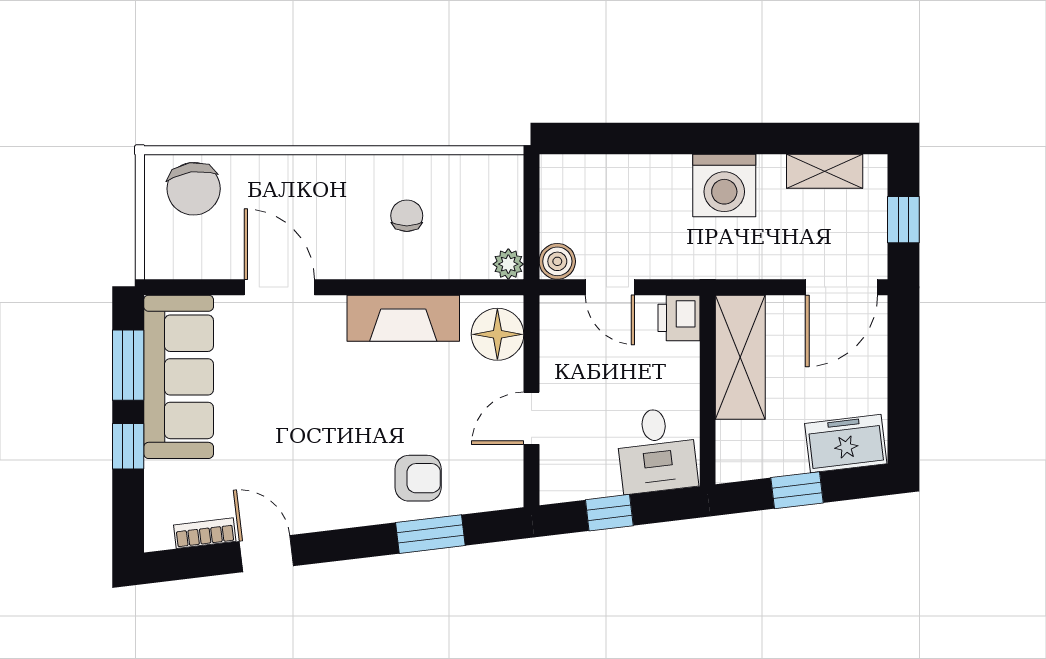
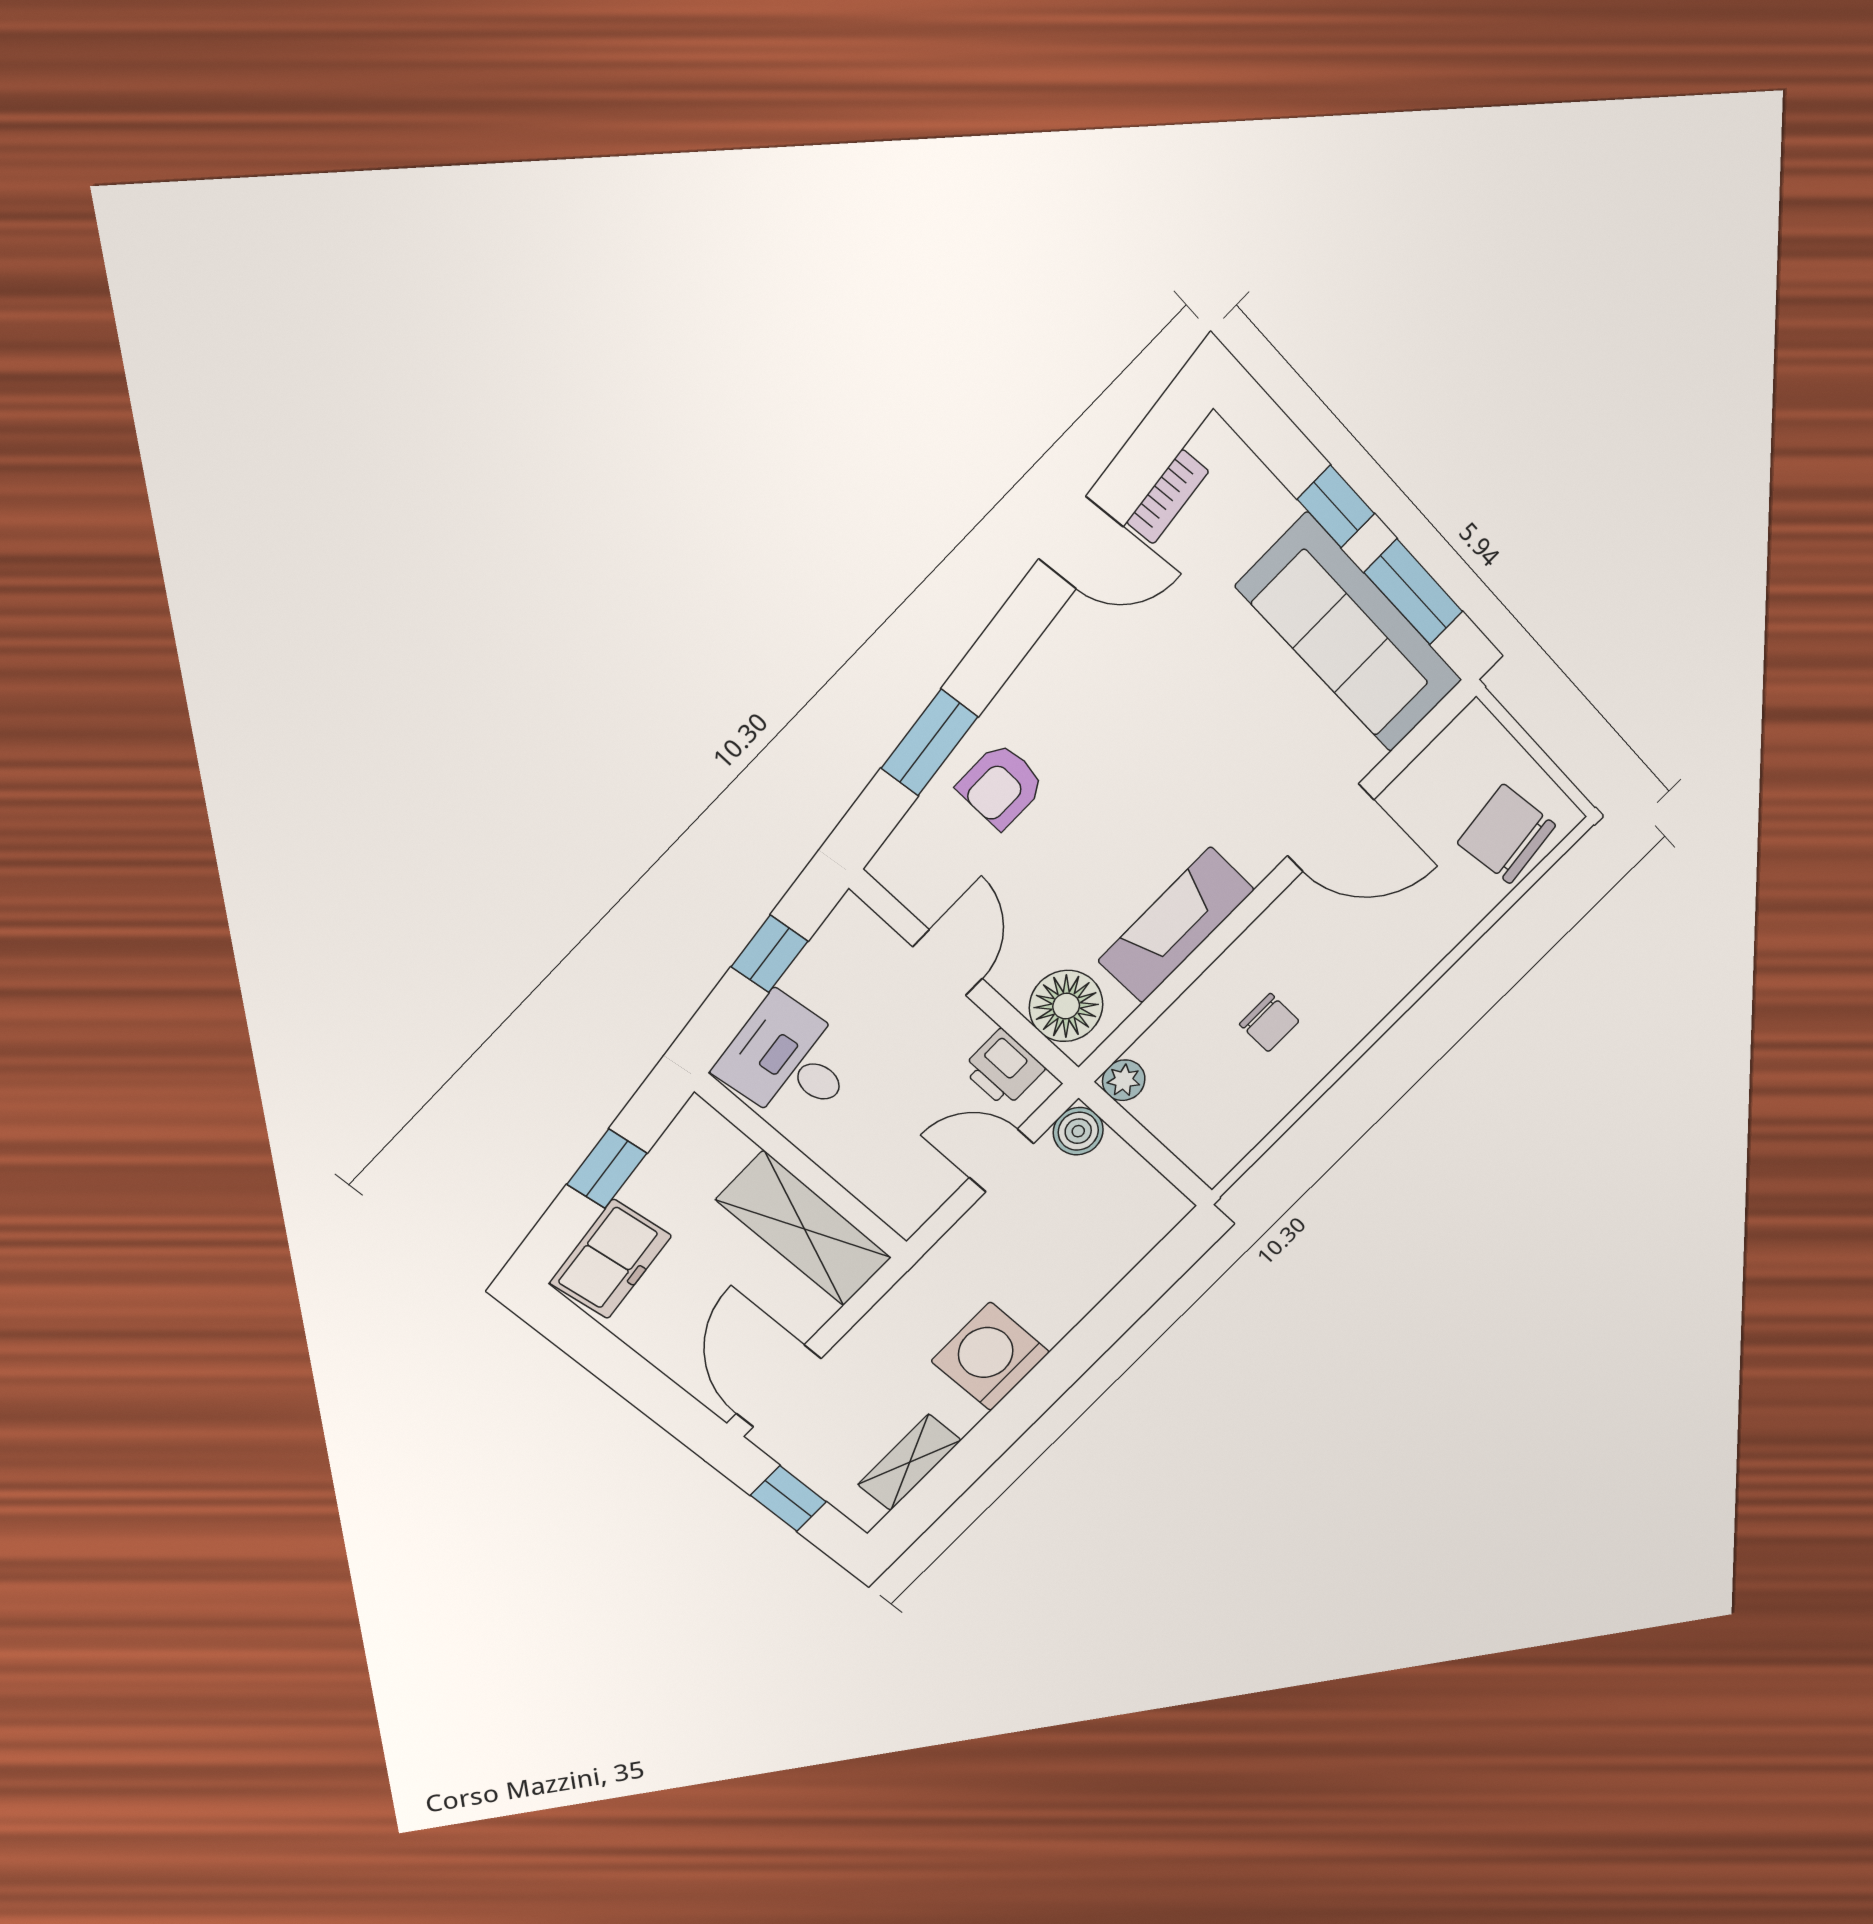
printer: (679, 318) -> (1003, 1069), moved, turned 180

